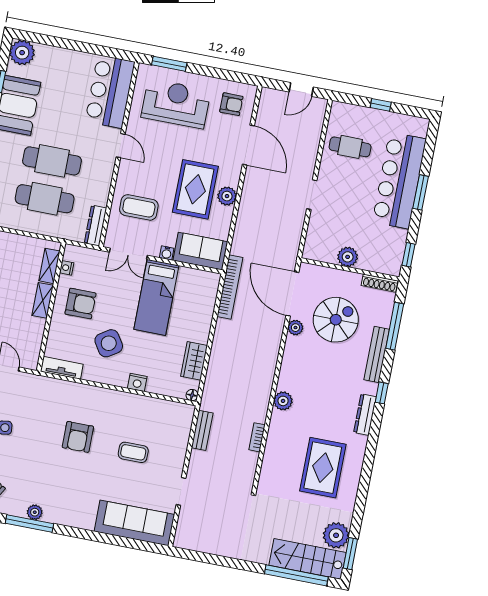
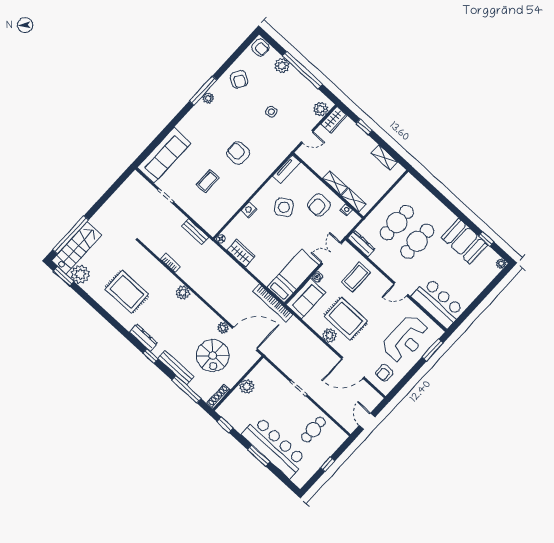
plant: (22, 53) -> (501, 264), width x0.53, depth x0.53
bed: (156, 297) -> (293, 276), moved, turned 90

